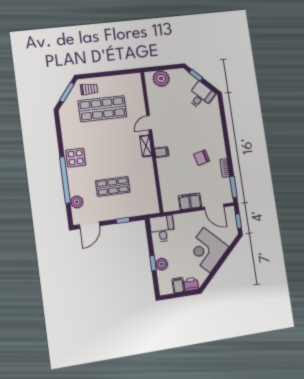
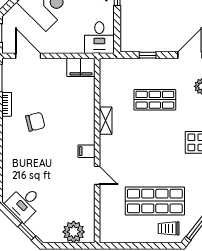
door: (149, 123) -> (97, 175), hinge flipped
shelving: (146, 146) -> (106, 121), moved
filing cabinet: (162, 152) -> (86, 151), moved
filing cabinet: (190, 201) -> (81, 67), moved

